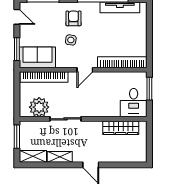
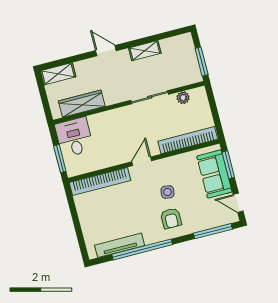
sofa: (37, 57) -> (214, 174), moved, turned 90
plant: (39, 107) -> (183, 98), width x0.53, depth x0.53
shelving: (33, 156) -> (58, 74), moved

